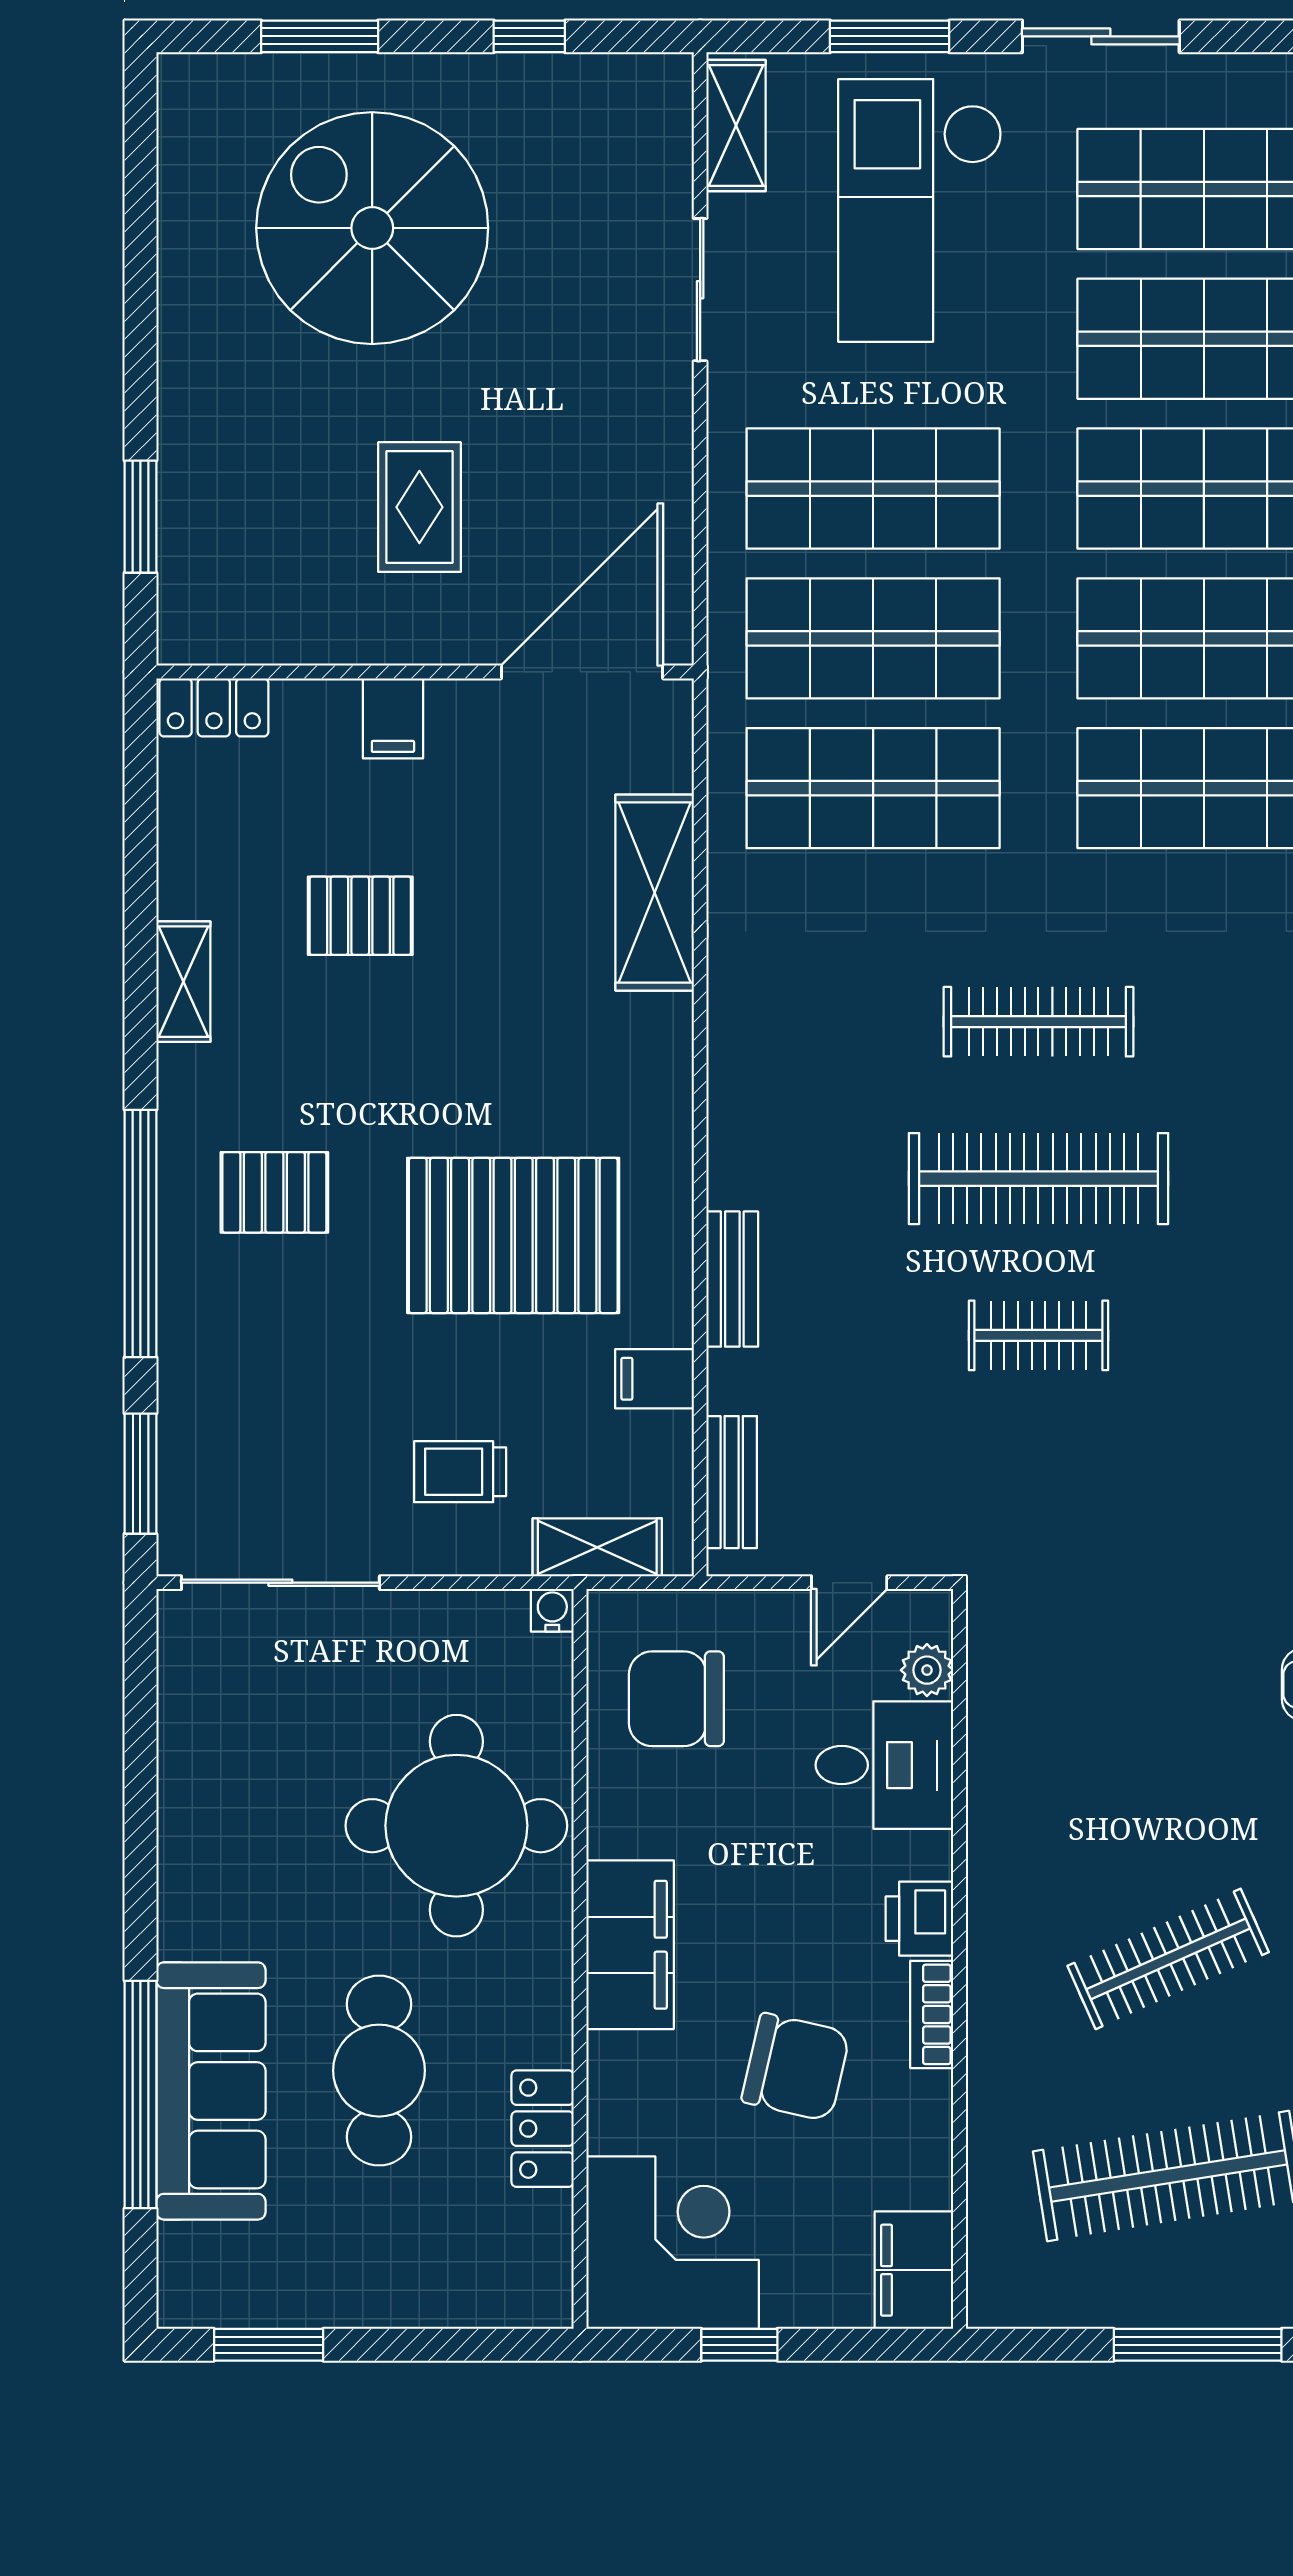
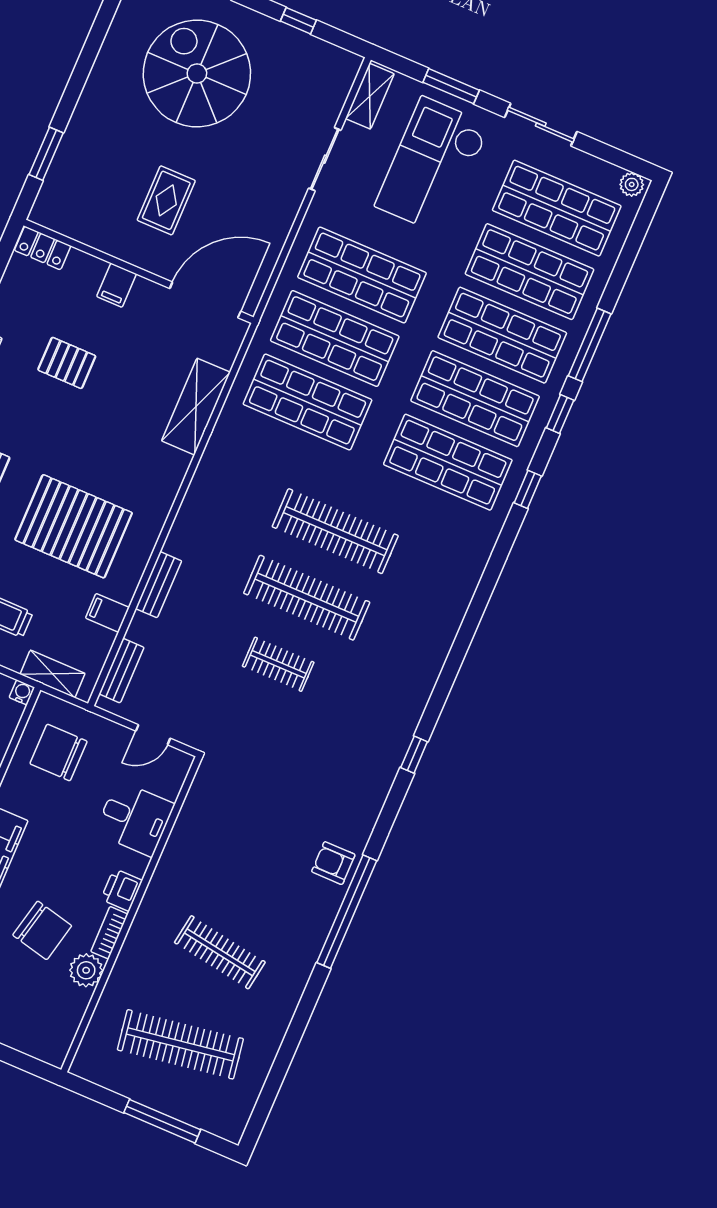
clothes rail: (1038, 1022) -> (335, 531), width x1.37, depth x1.31
plant: (927, 1670) -> (86, 970), moved, width x1.38, depth x1.38
clothes rail: (1168, 1959) -> (220, 952), turned 33
filing cabinet: (914, 2270) -> (55, 1038), removed

